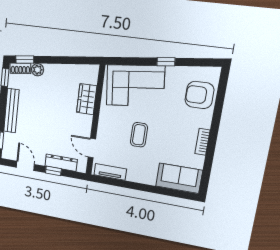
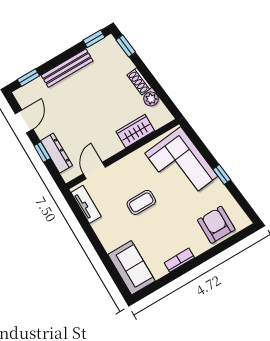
shoe rack: (20, 68) -> (139, 81), moved
plant: (38, 70) -> (151, 99), moved

